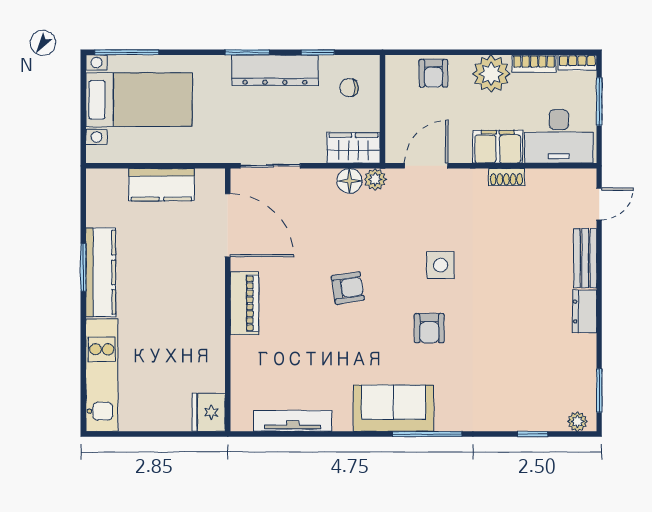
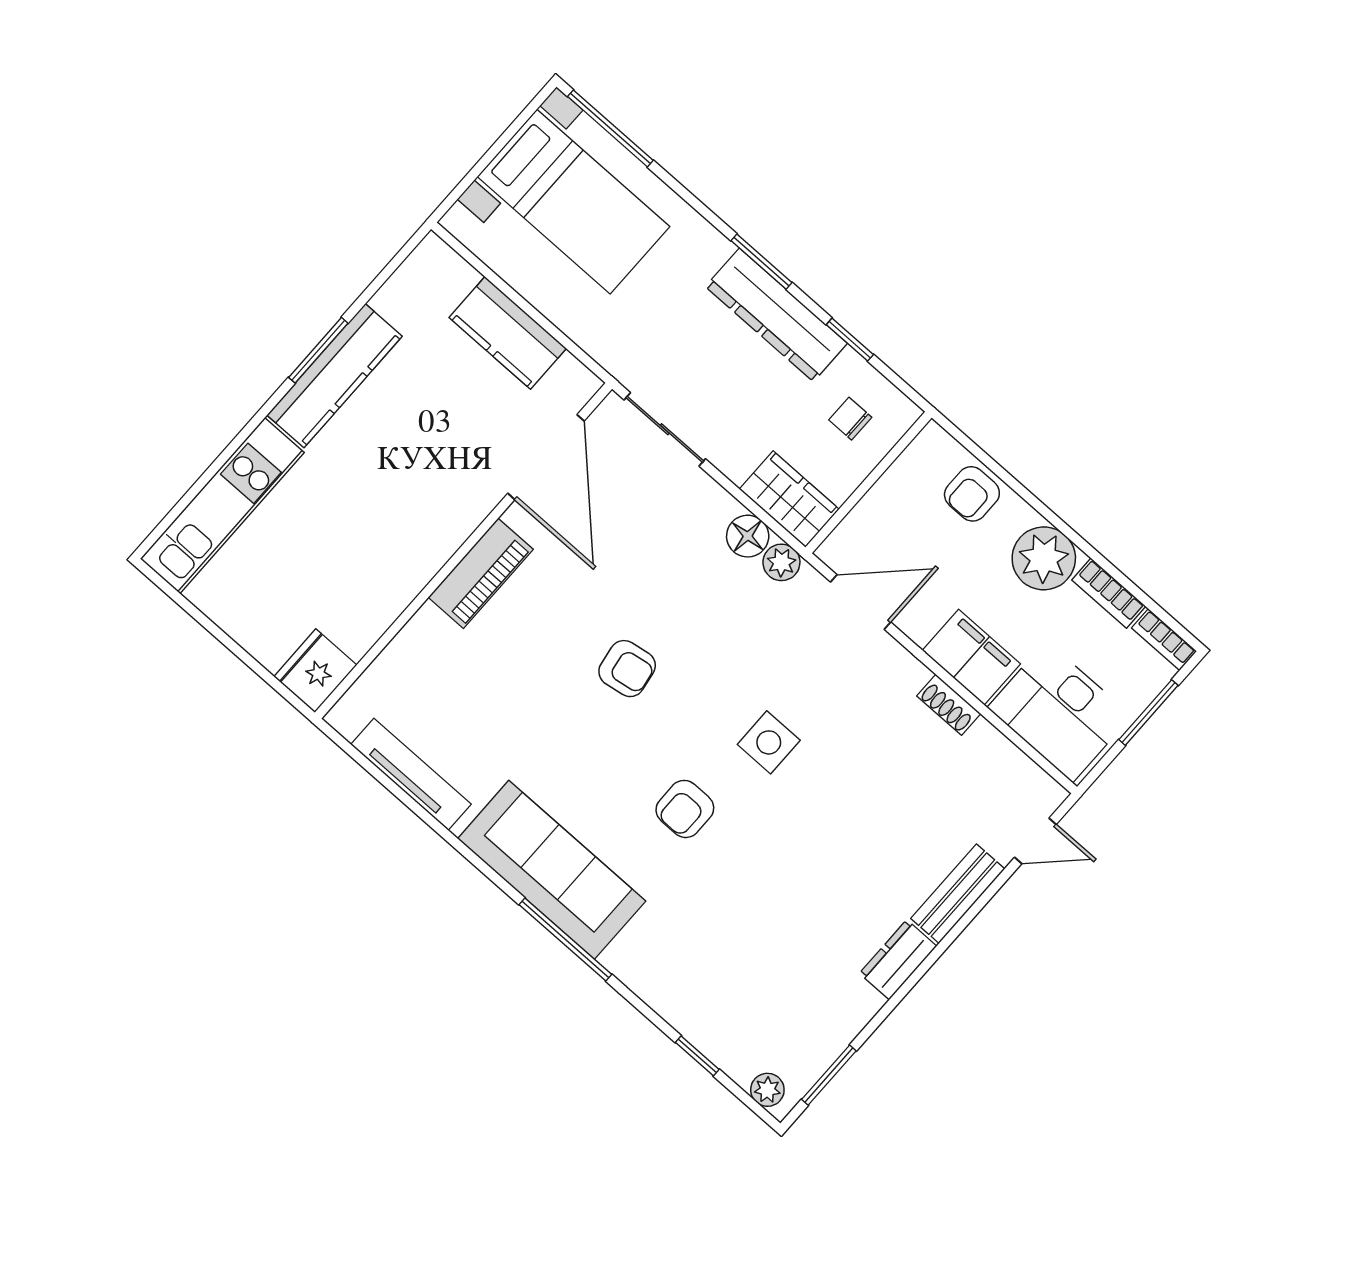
sofa: (394, 408) -> (552, 870), width x1.36

